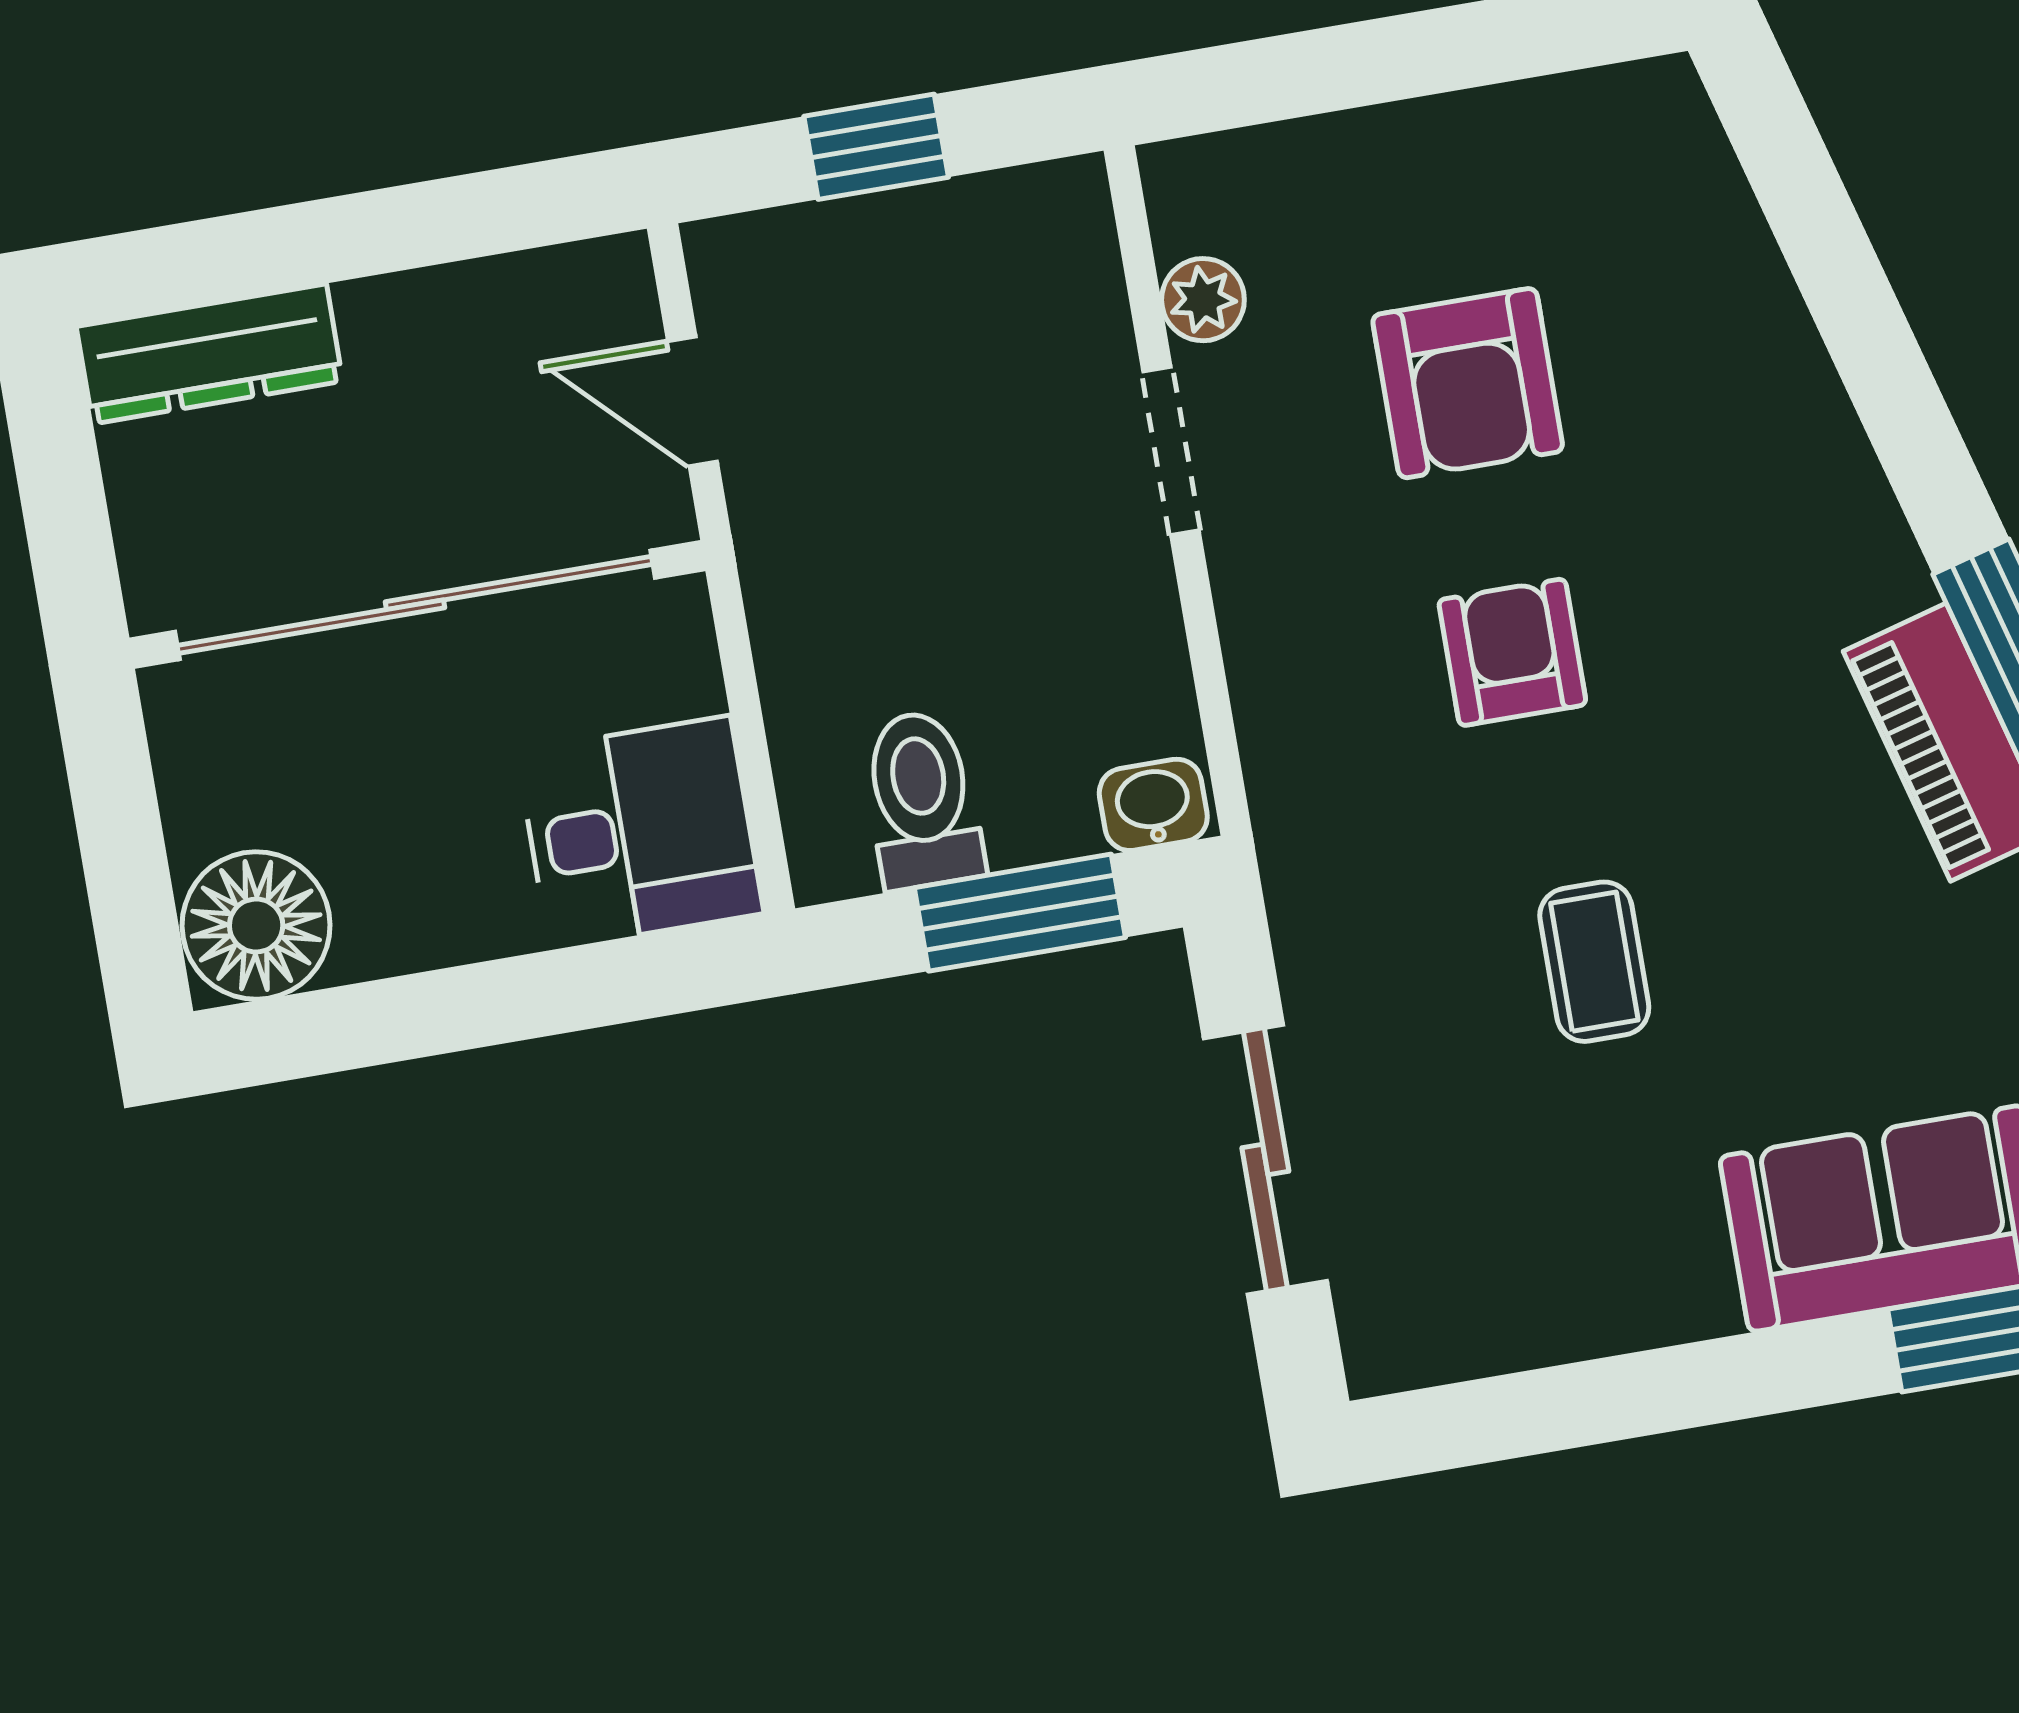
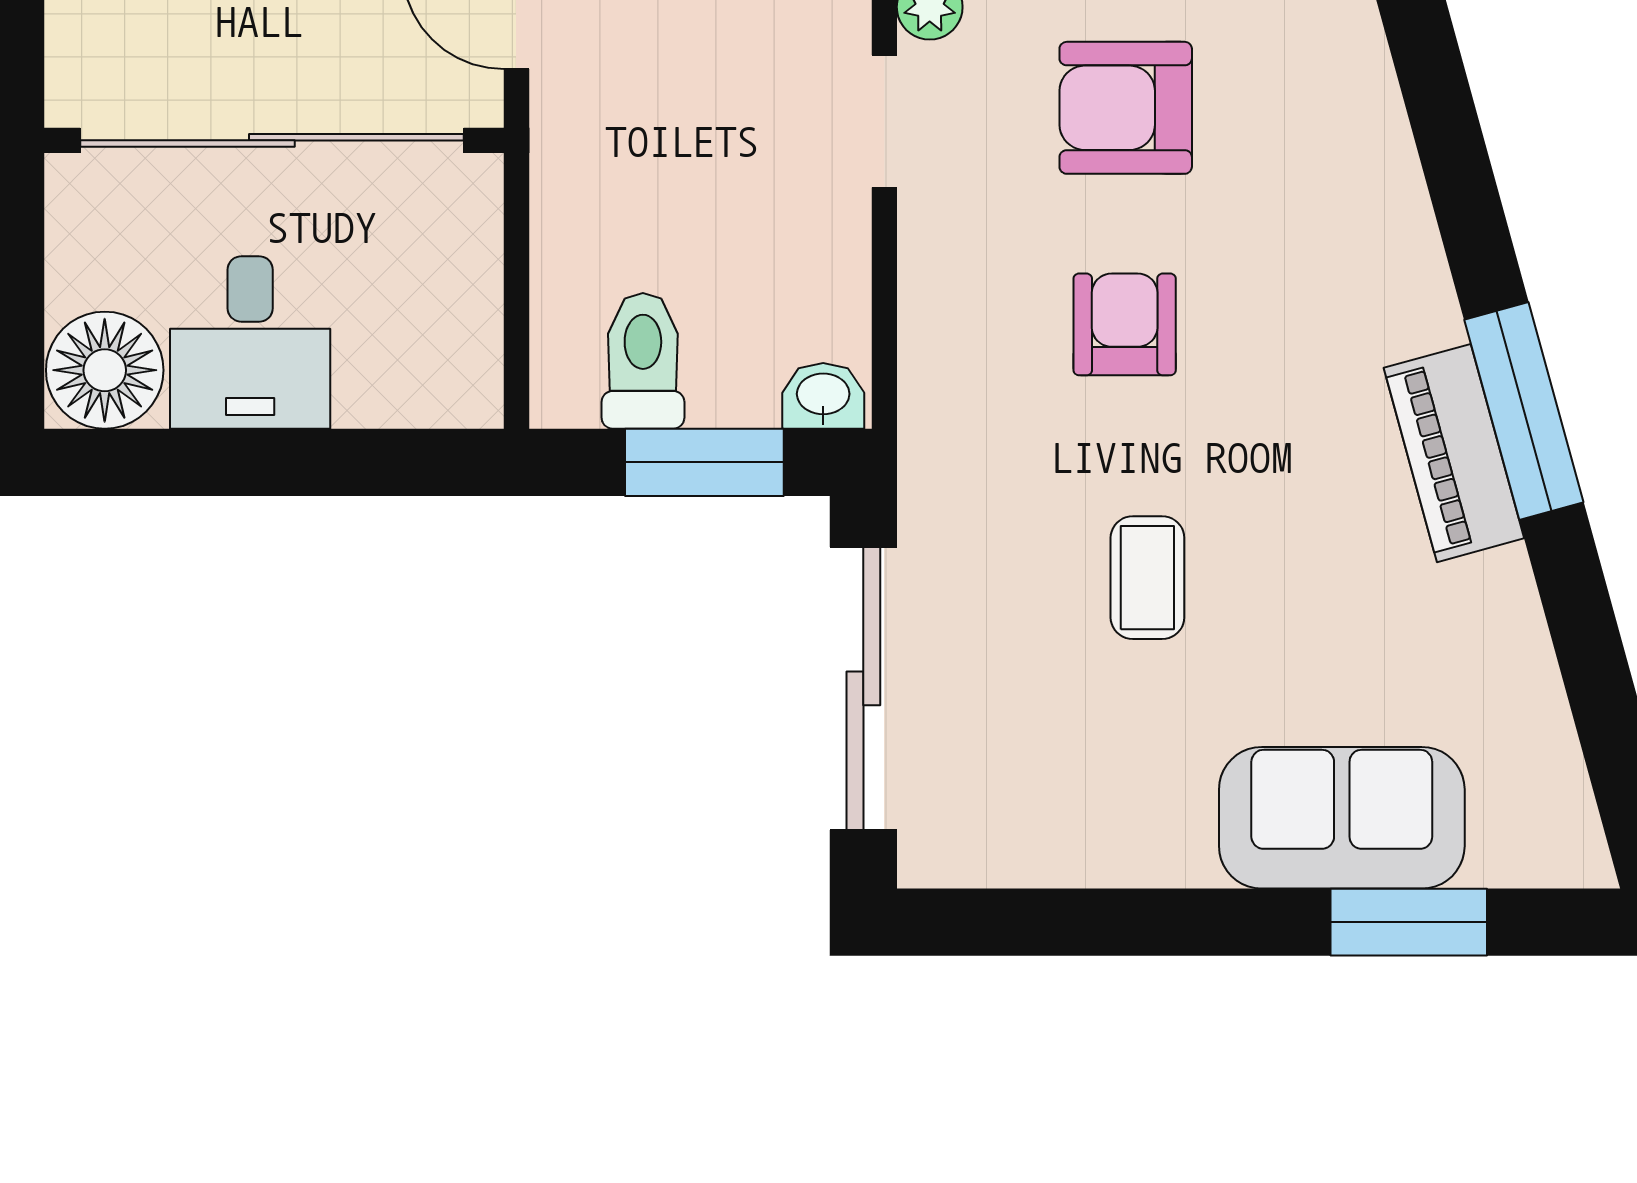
armchair: (1468, 383) -> (1126, 108), turned 90
desk: (640, 833) -> (250, 343), moved, turned 90
sliding door: (1265, 1160) -> (863, 688), width x1.37

